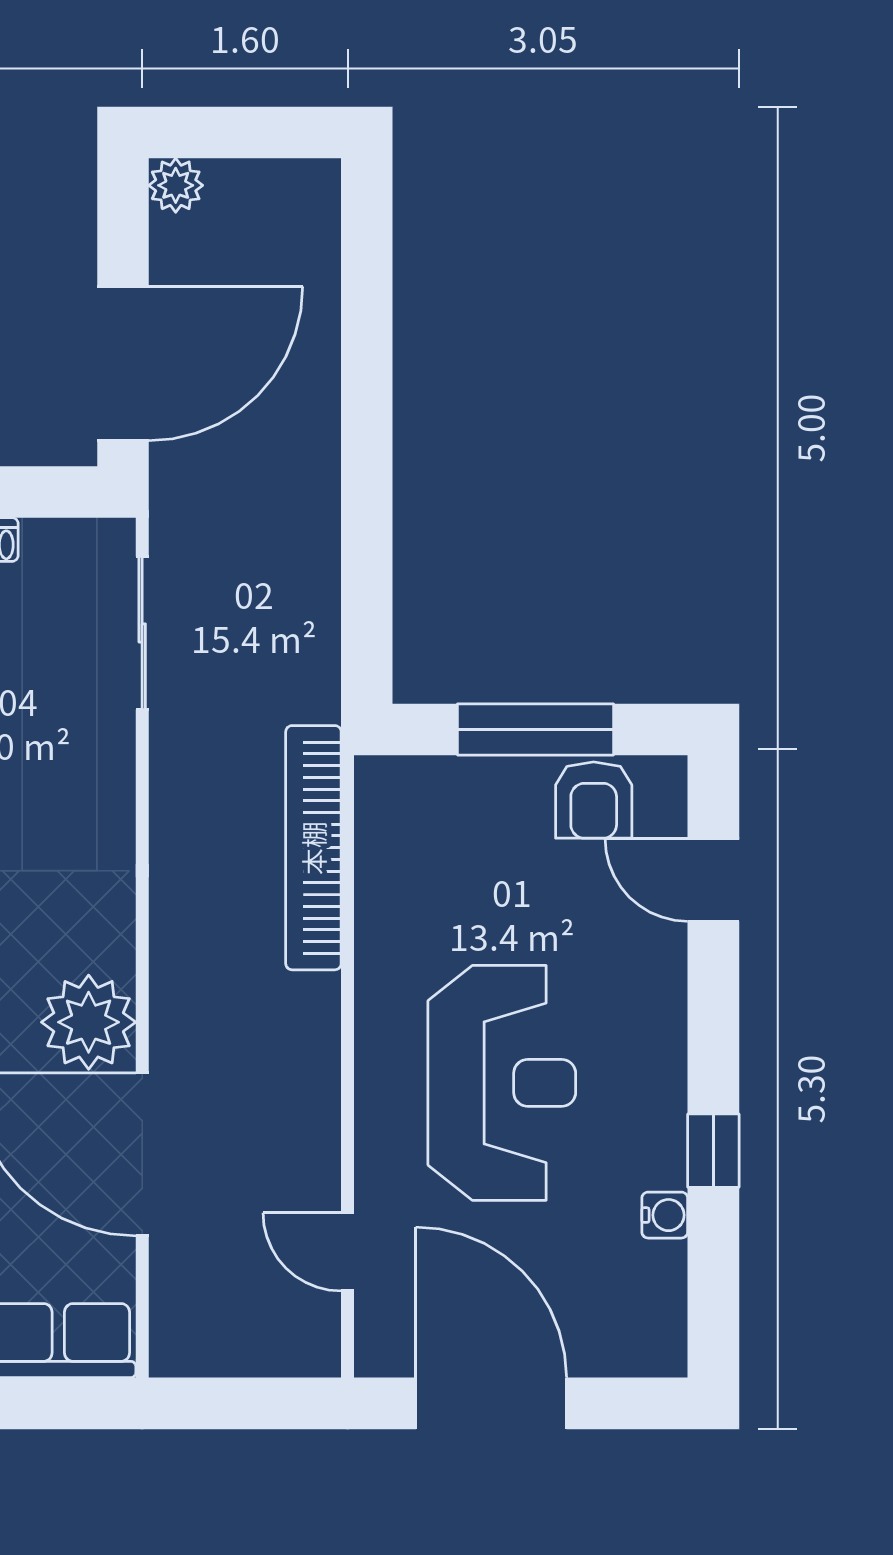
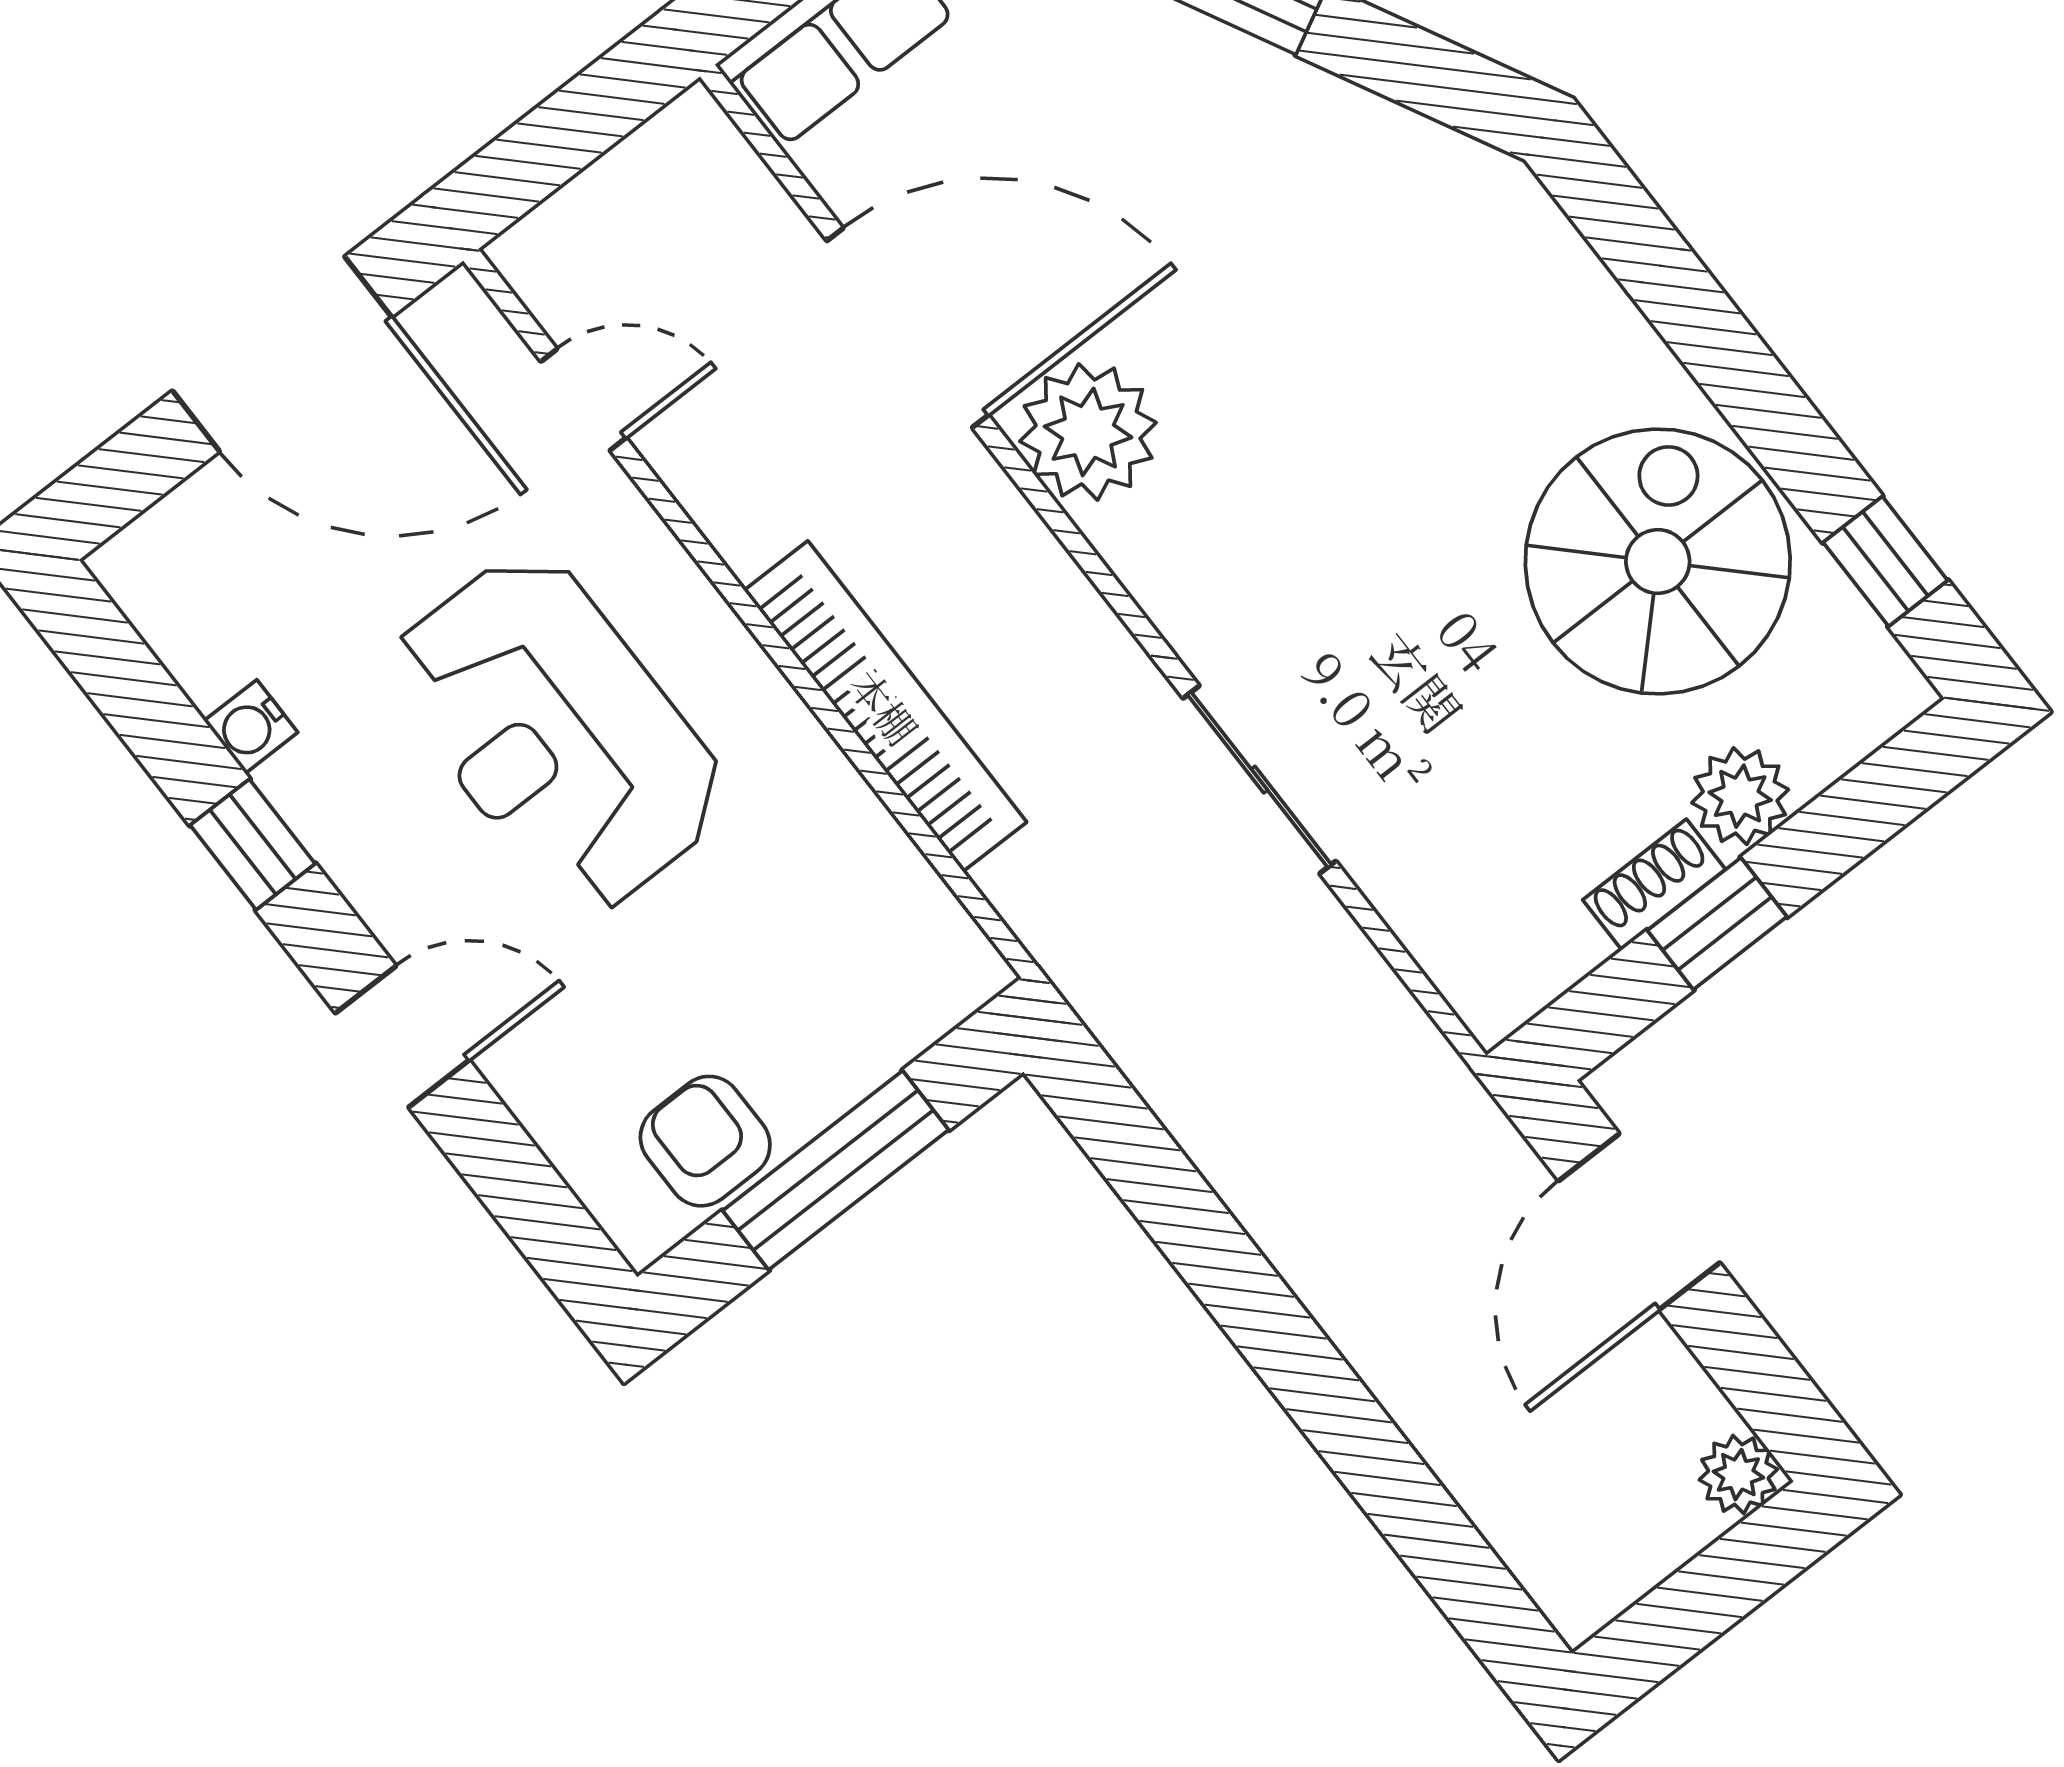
door: (123, 364) -> (1639, 1222), width x0.73
sliding door: (142, 633) -> (1259, 780), moved
bookcase: (313, 848) -> (885, 706), moved
door: (713, 880) -> (402, 1037), moved

